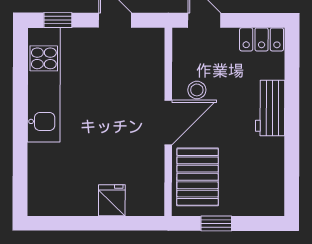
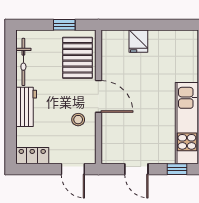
door: (168, 123) -> (98, 96), swing flipped
bicycle: (274, 171) -> (23, 62), added

